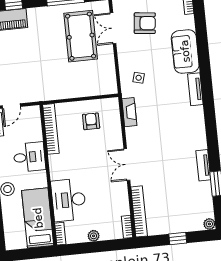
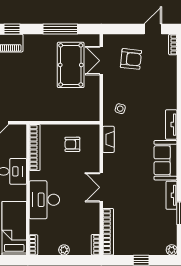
sofa: (185, 51) -> (166, 160), moved
armchair: (91, 121) -> (72, 144), turned -90
desk: (69, 200) -> (44, 200), moved

